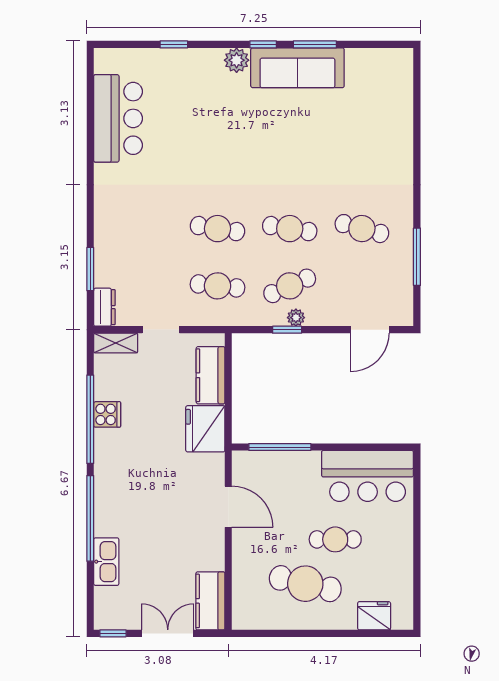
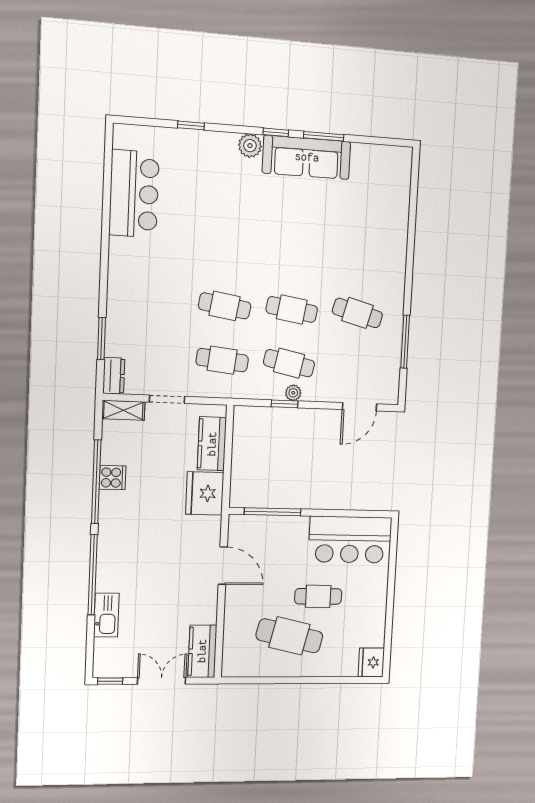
cafe table: (290, 286) -> (289, 363), turned 36
fridge: (374, 616) -> (371, 662), moved, turned -90

